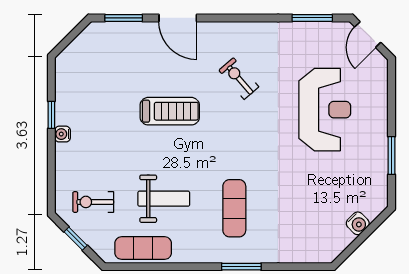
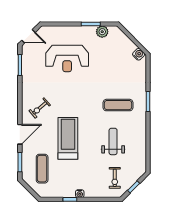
exercise bike: (239, 79) -> (40, 108), moved
reception desk: (325, 110) -> (67, 58), turned 180
treadmill: (170, 111) -> (68, 138), width x1.37, depth x1.38
plant: (377, 178) -> (102, 32), added
water cooler: (358, 223) -> (139, 54), moved
exercise mat: (143, 248) -> (42, 169), moved

